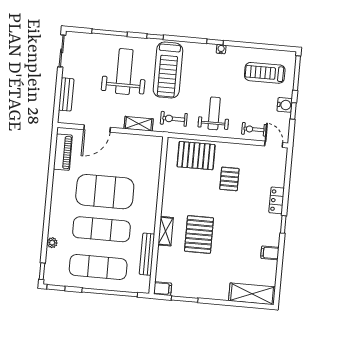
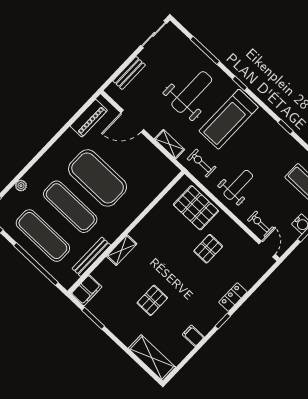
water cooler: (221, 49) -> (286, 137), removed
pallet: (199, 234) -> (152, 300), moved, width x0.67, depth x0.71
filing cabinet: (163, 289) -> (86, 290), width x2.00

